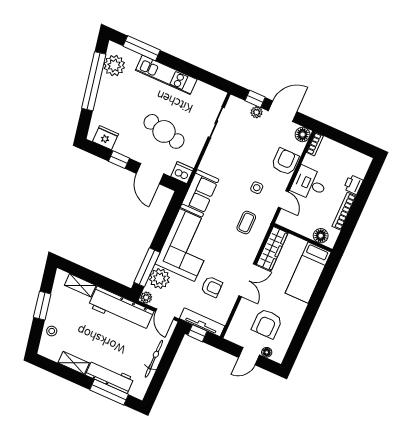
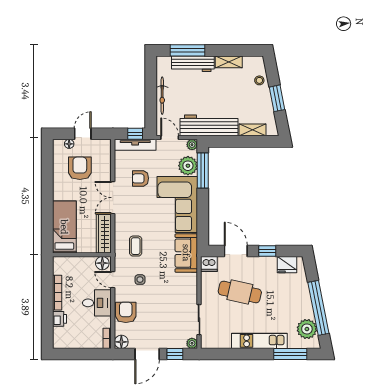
plant: (257, 112) -> (192, 343), moved
armchair: (285, 162) -> (126, 312), turned 180
floor lamp: (321, 236) -> (102, 263), moved

